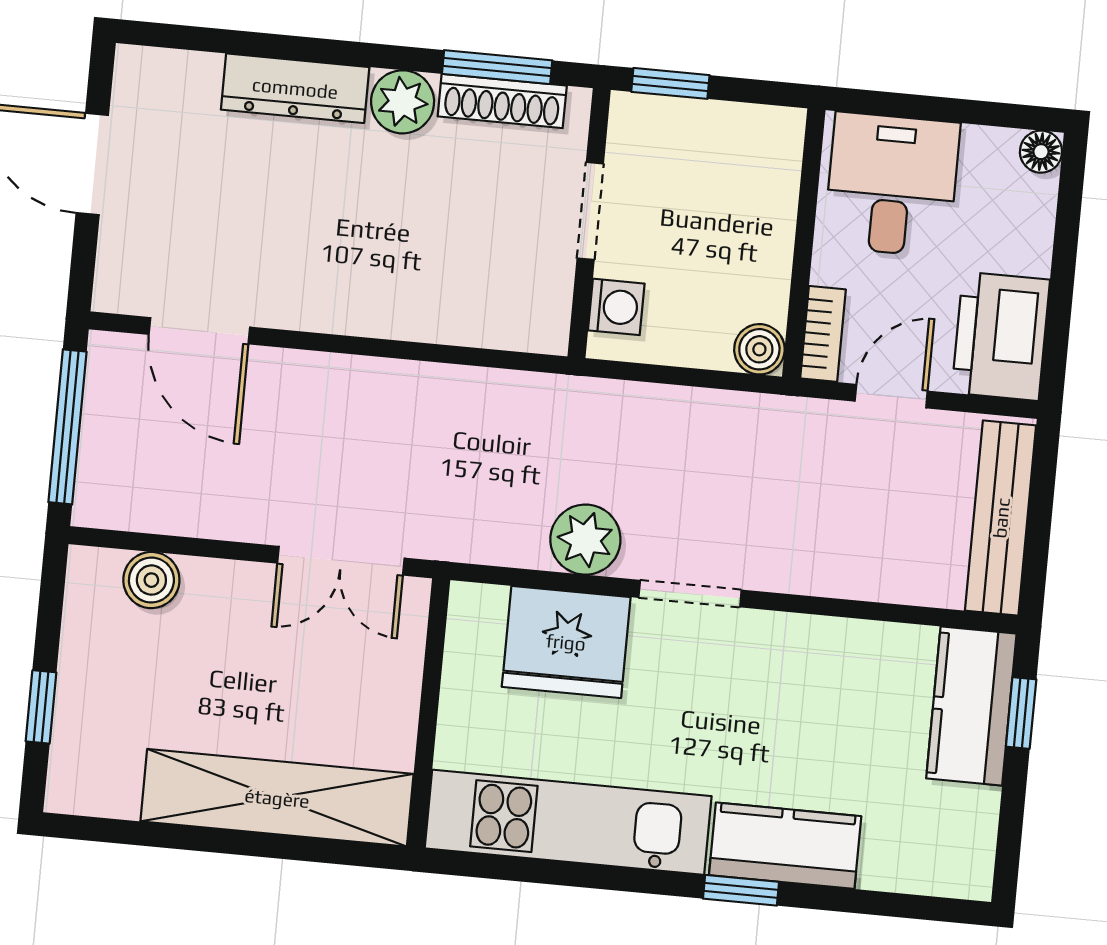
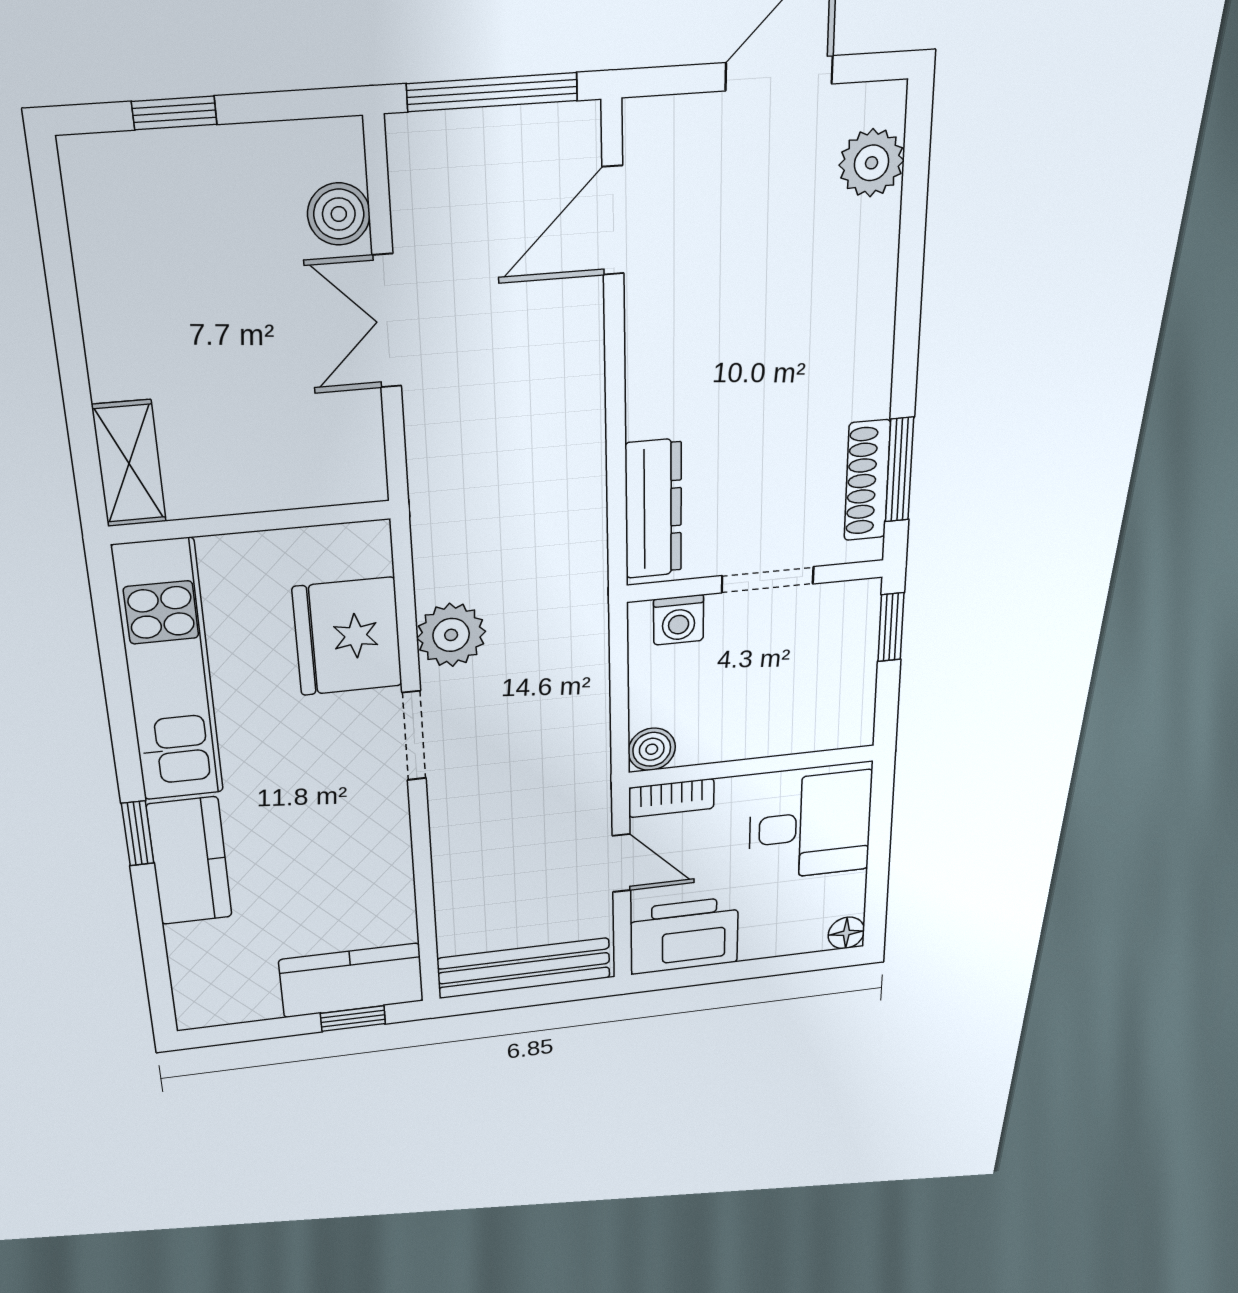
dresser: (295, 88) -> (653, 509), moved, turned 180
plant: (403, 102) -> (872, 163), moved
double door: (341, 561) -> (387, 321), moved
shelving: (277, 798) -> (129, 464), width x0.45, depth x0.75

